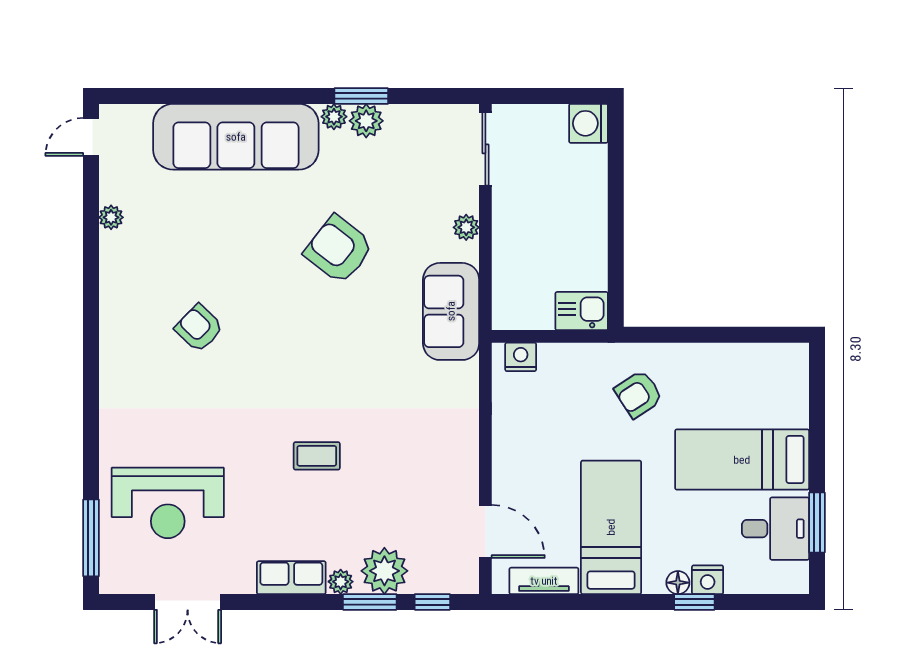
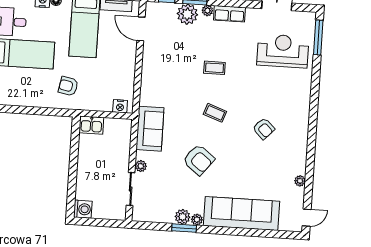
sliding door: (485, 149) -> (131, 189), moved
coffee table: (309, 356) -> (215, 113), added
armchair: (639, 394) -> (68, 86), turned -136

